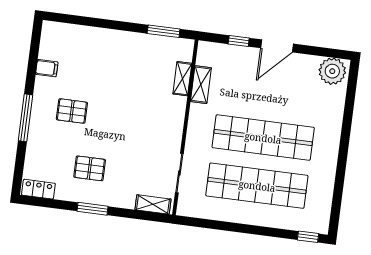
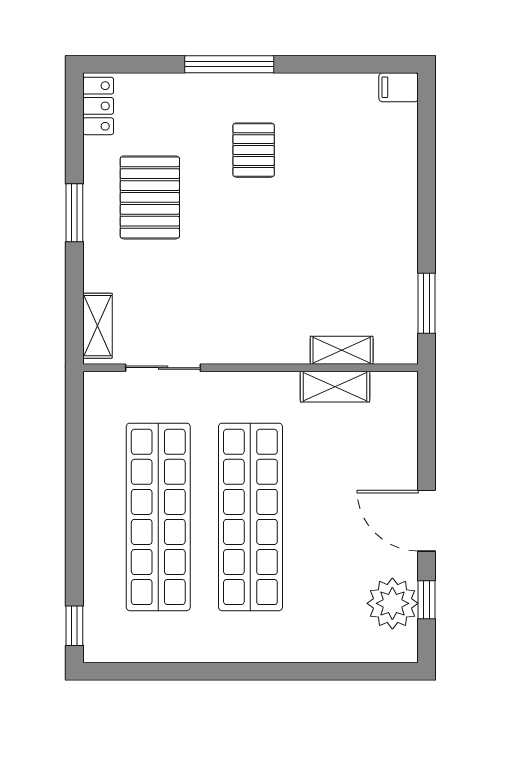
window: (239, 41) -> (427, 600), moved
filing cabinet: (47, 68) -> (399, 87), moved, turned 90
plant: (332, 71) -> (392, 603), moved
pallet: (90, 168) -> (150, 197), width x1.50, depth x1.42

